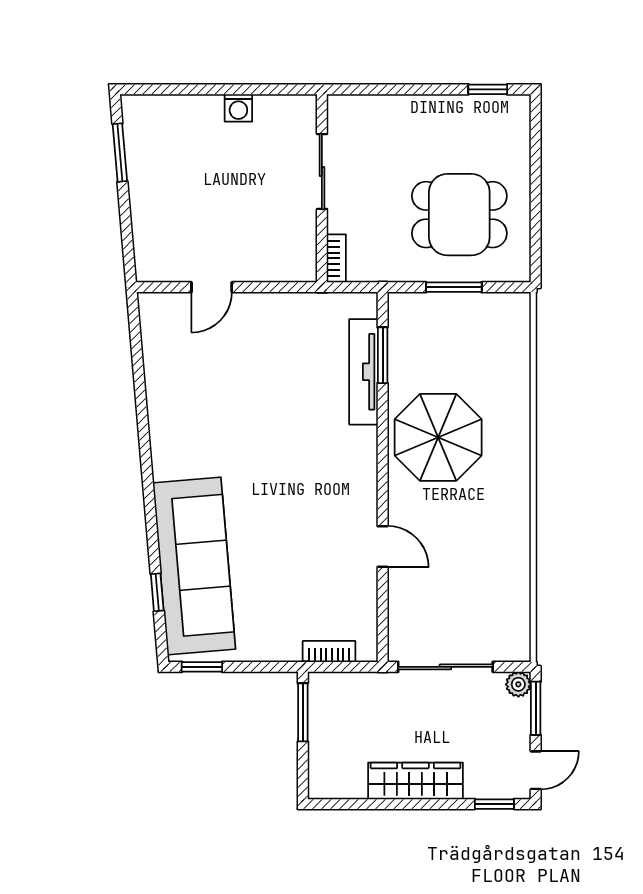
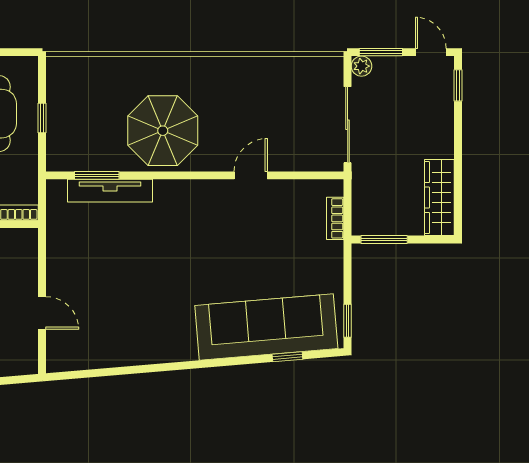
window: (454, 287) -> (42, 118), width x0.67
wardrobe: (416, 781) -> (439, 198), moved

